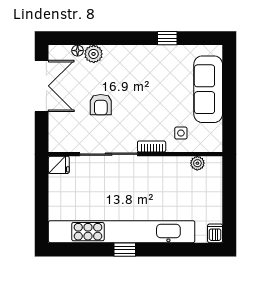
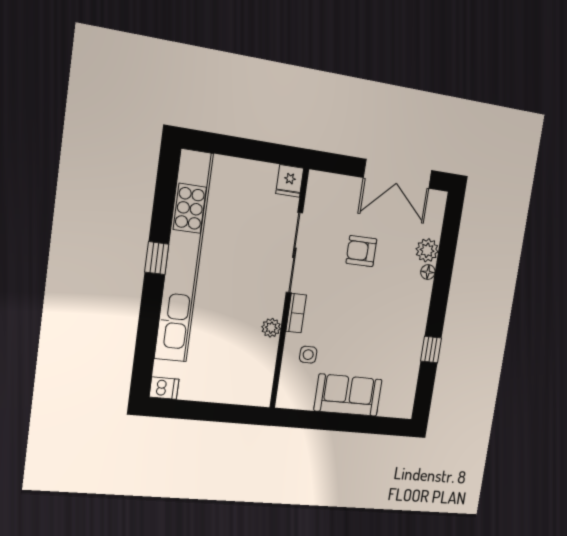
floor lamp: (78, 51) -> (428, 272), moved
sofa: (208, 89) -> (348, 395), width x0.73
plant: (197, 163) -> (271, 328), moved

